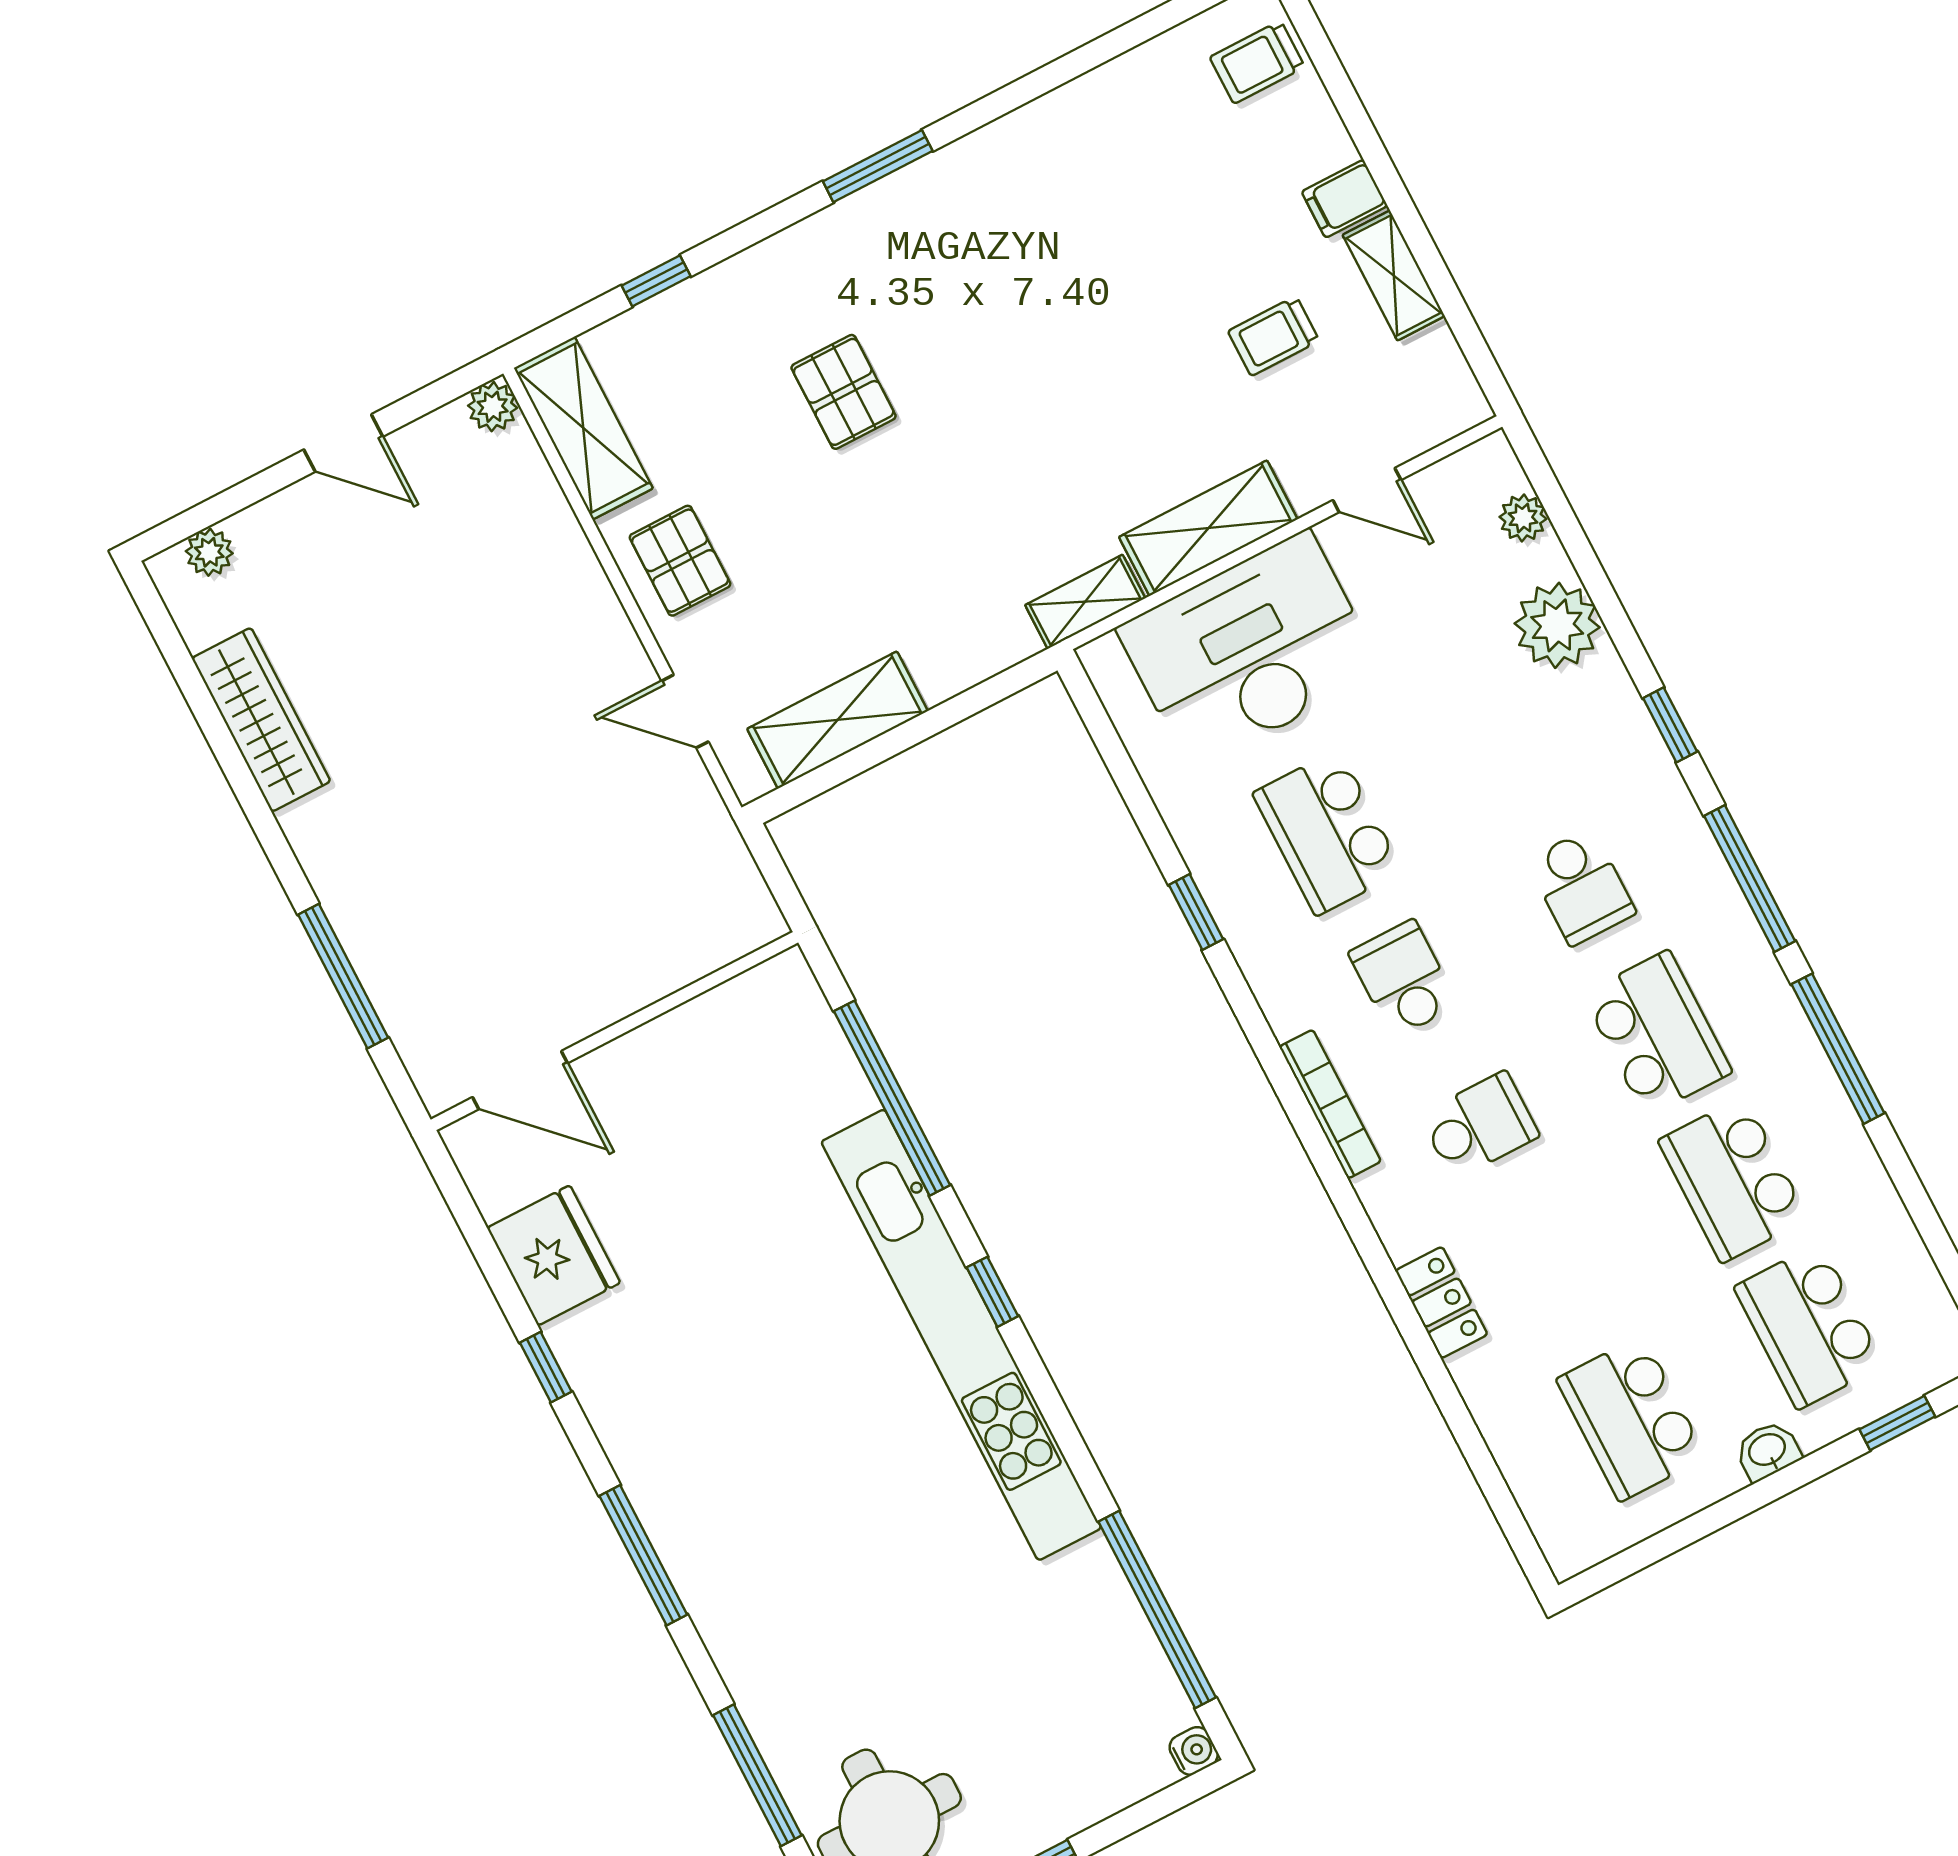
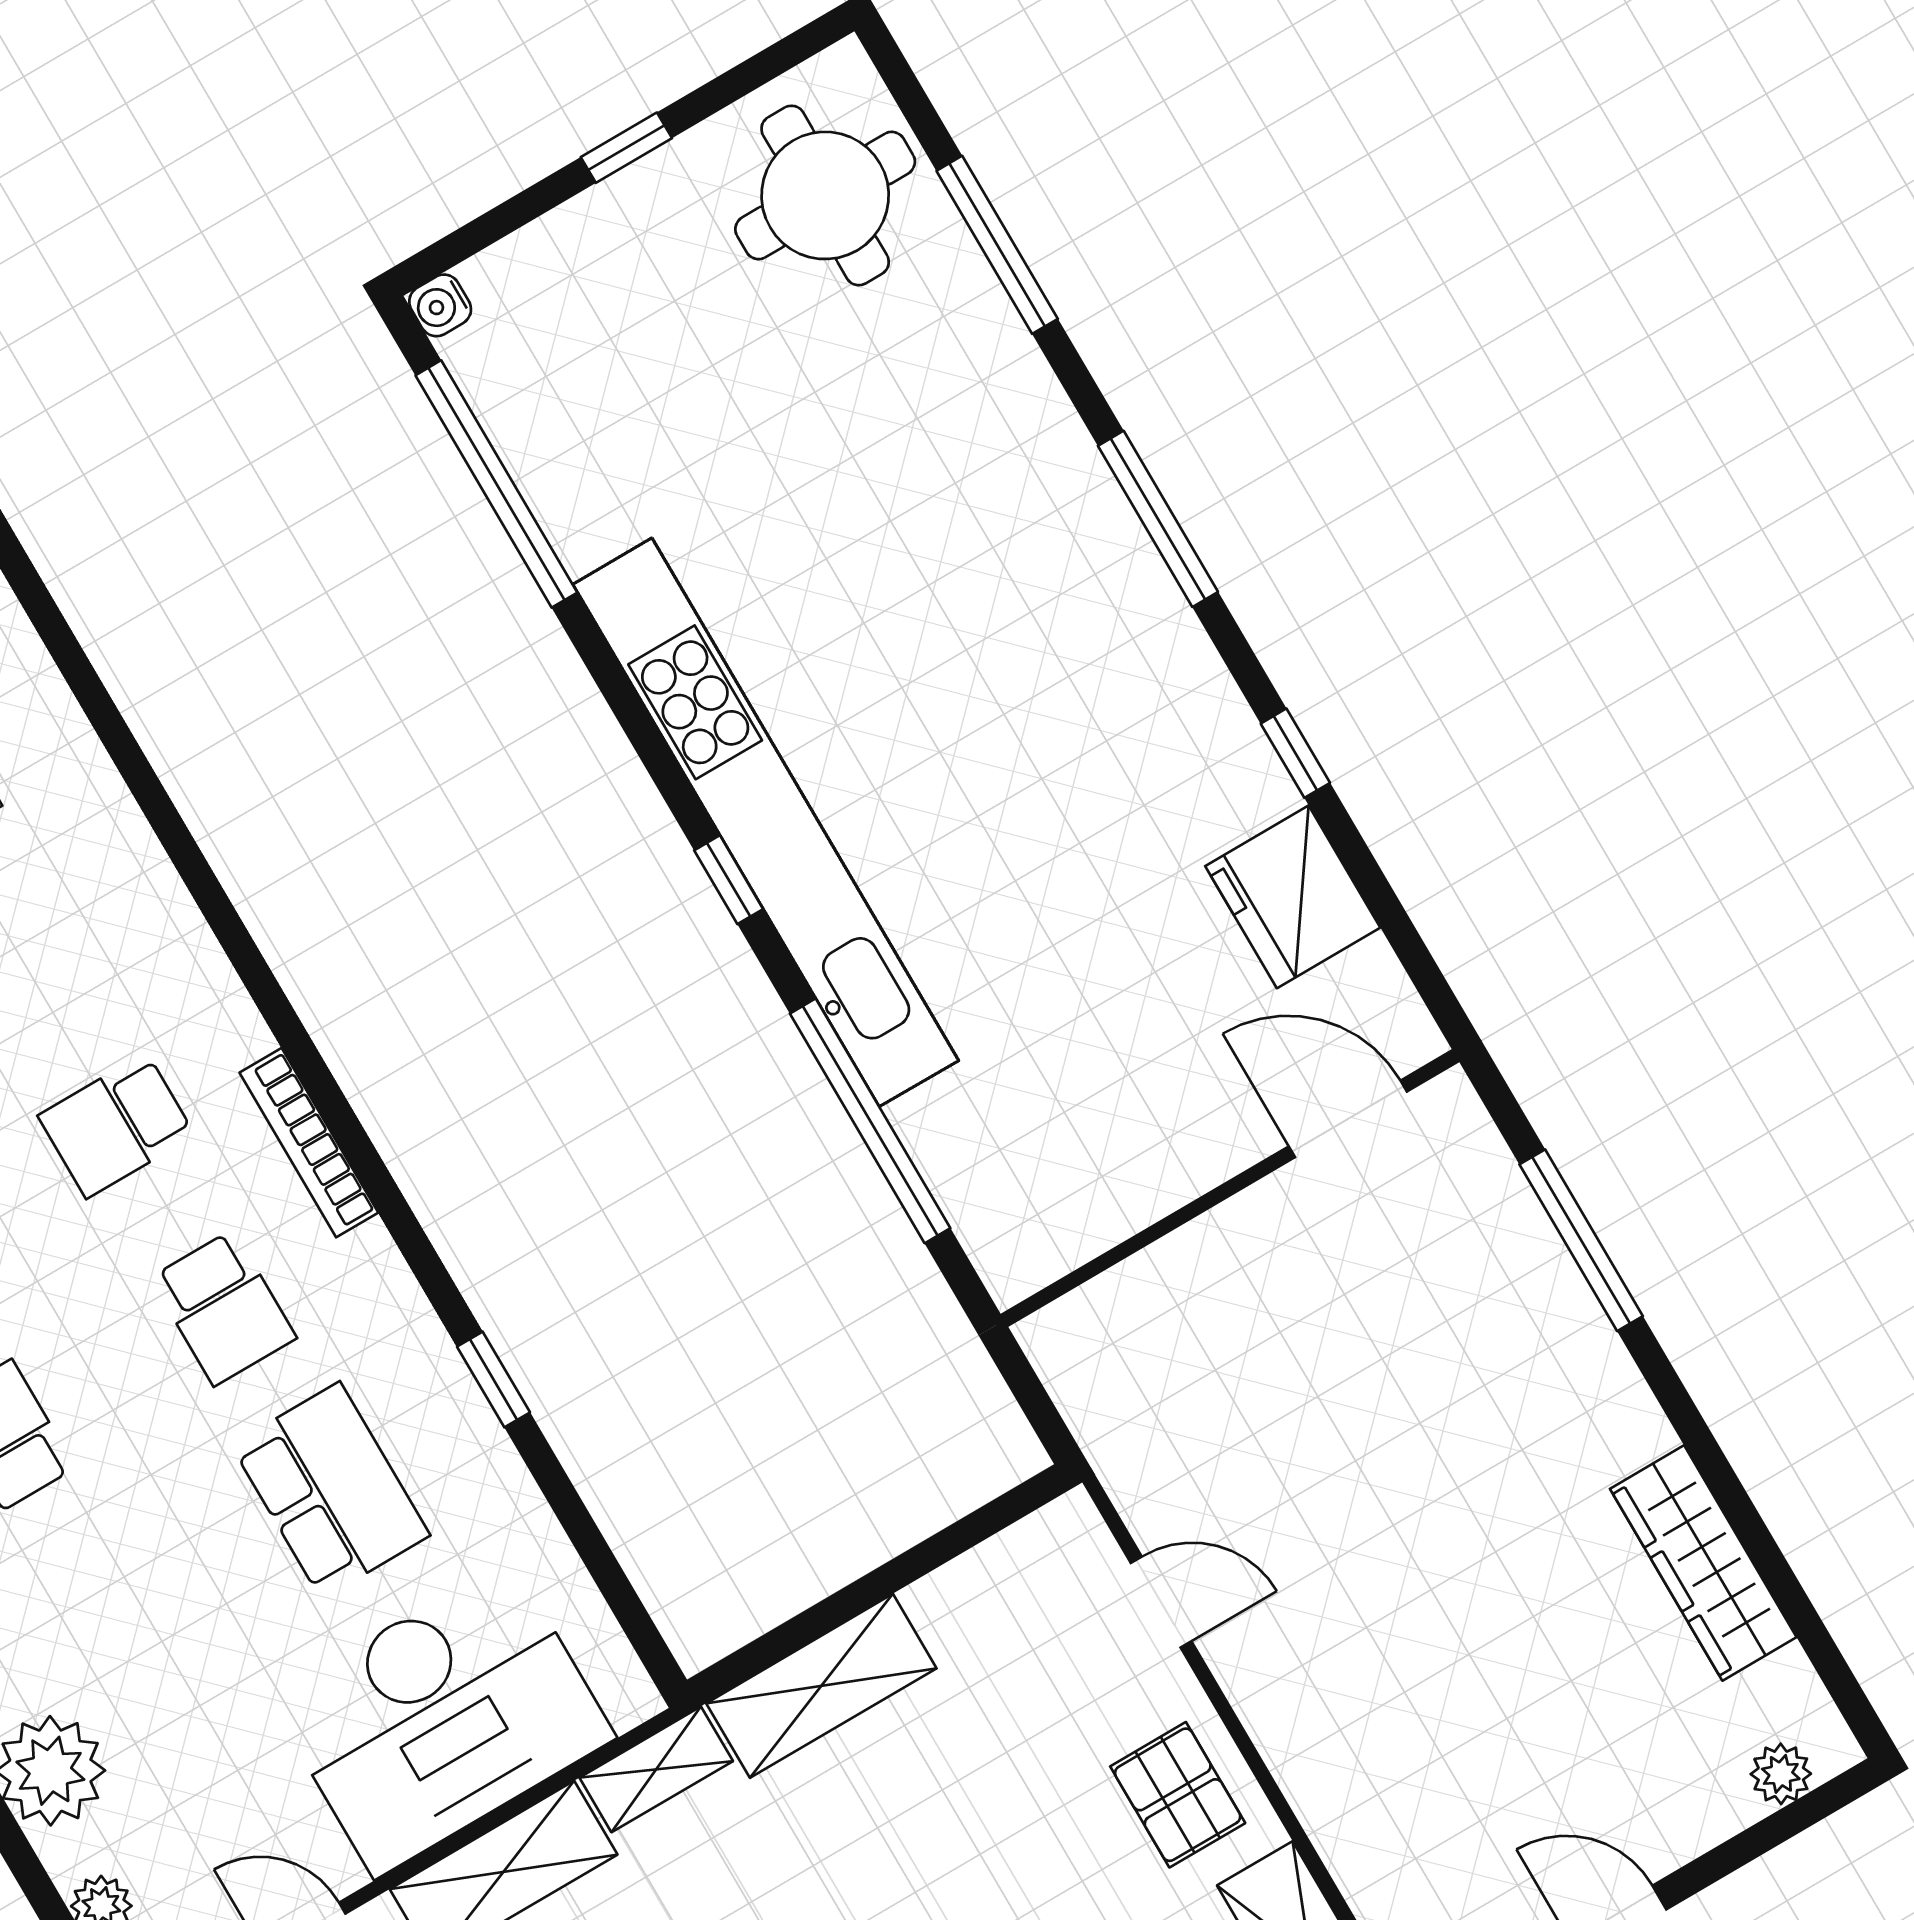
shelving: (837, 720) -> (821, 1686), moved
locker: (1441, 1303) -> (153, 896), removed

